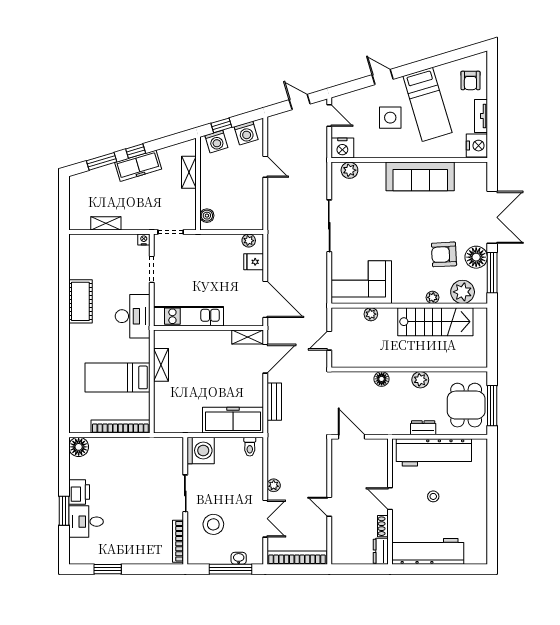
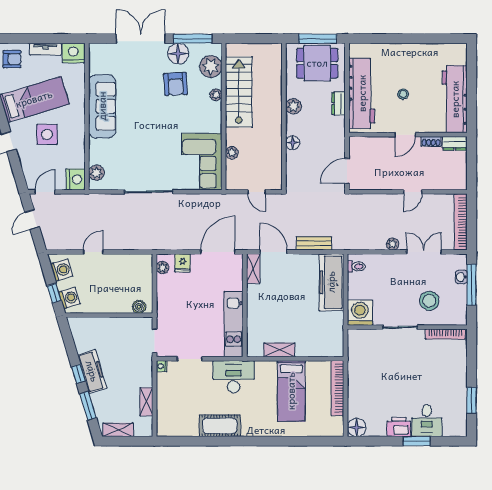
shelving: (189, 172) -> (118, 430), moved

